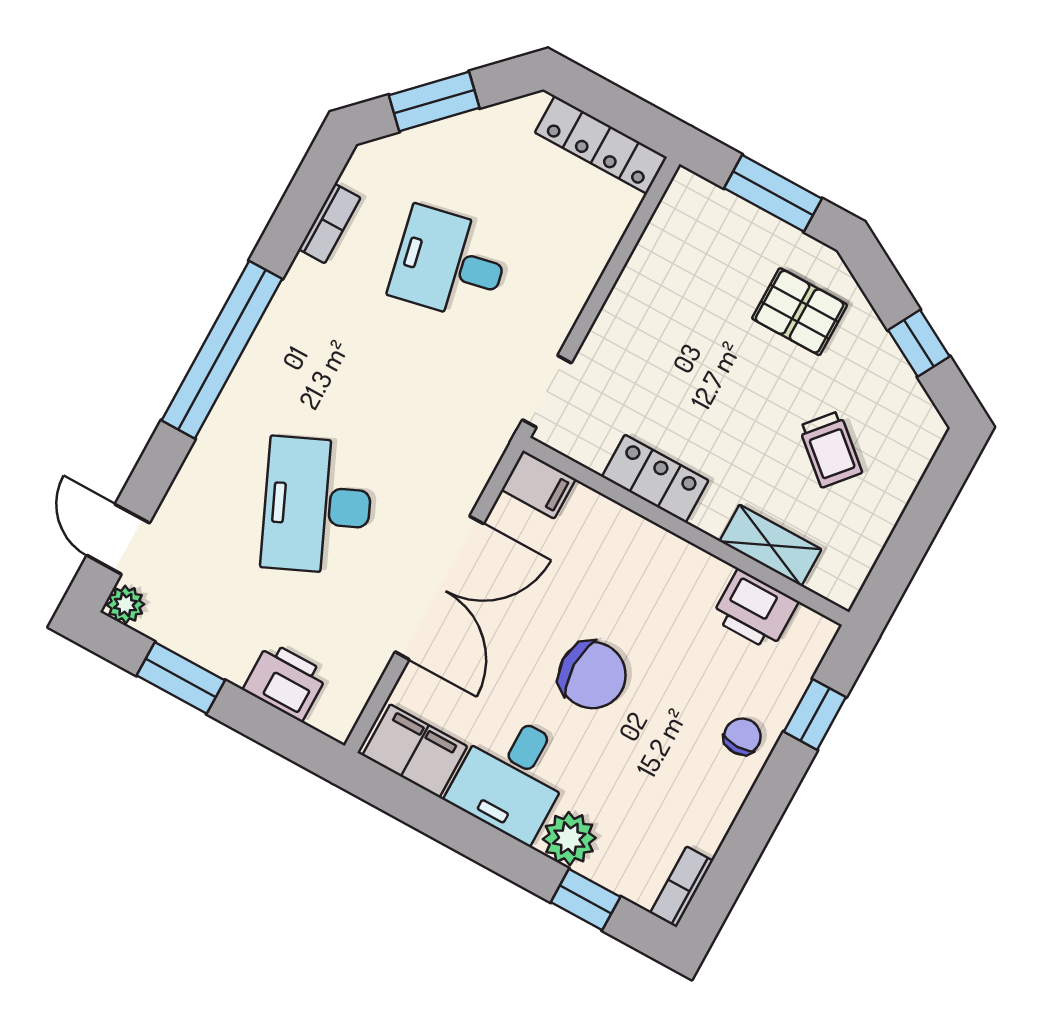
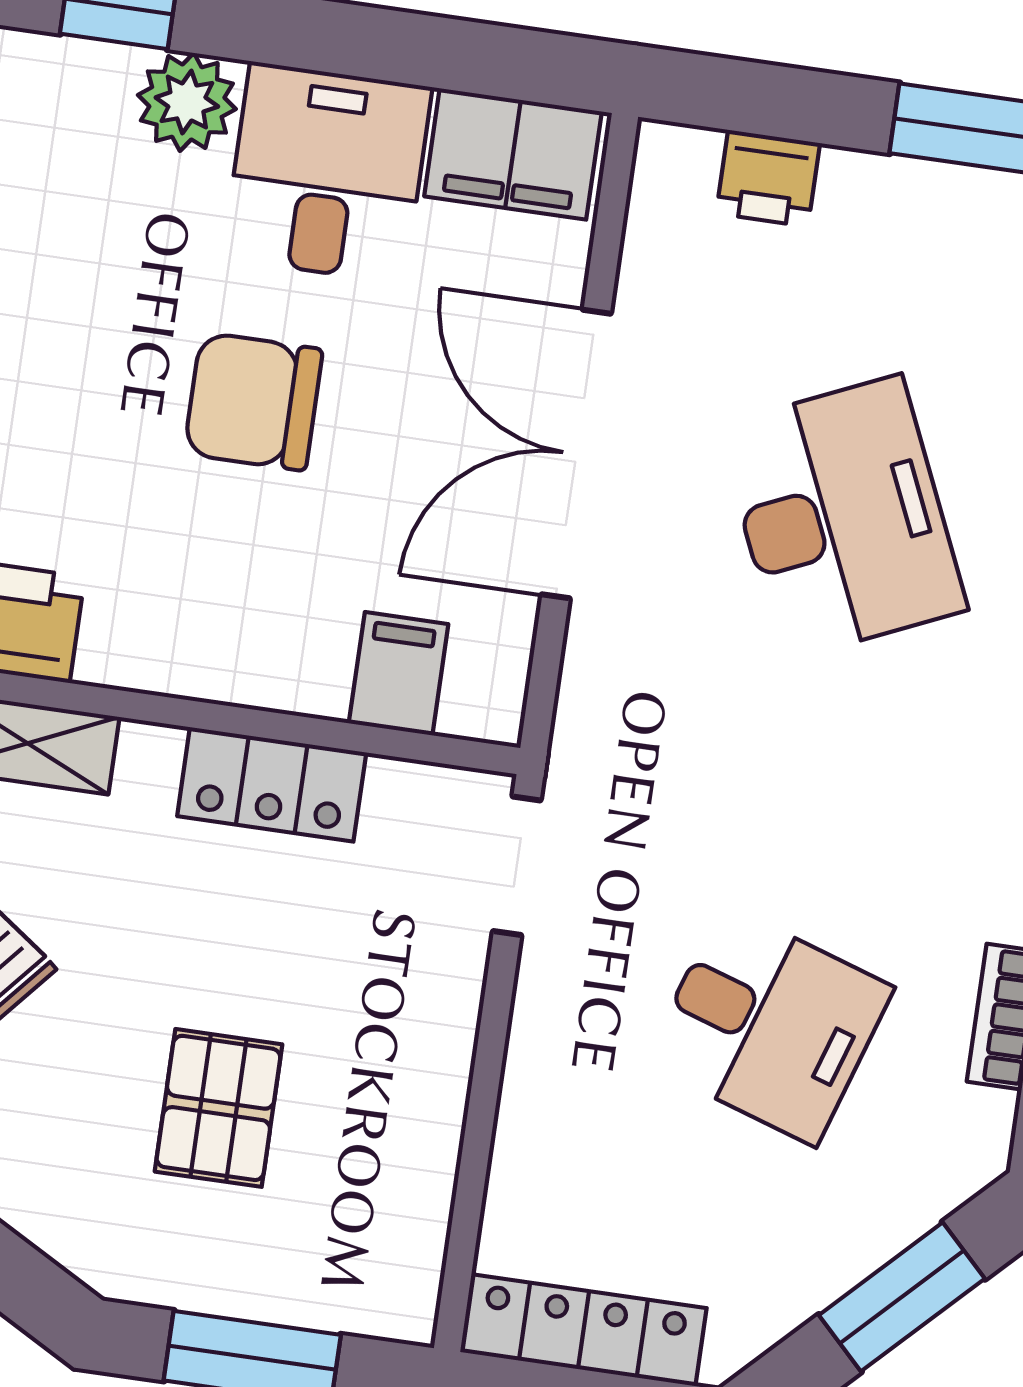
desk: (450, 264) -> (769, 1025), turned 30
pallet: (800, 312) -> (218, 1108), moved, turned 90
filing cabinet: (539, 484) -> (399, 674), moved, turned 90
printer: (285, 681) -> (768, 178), width x0.73, depth x0.81

